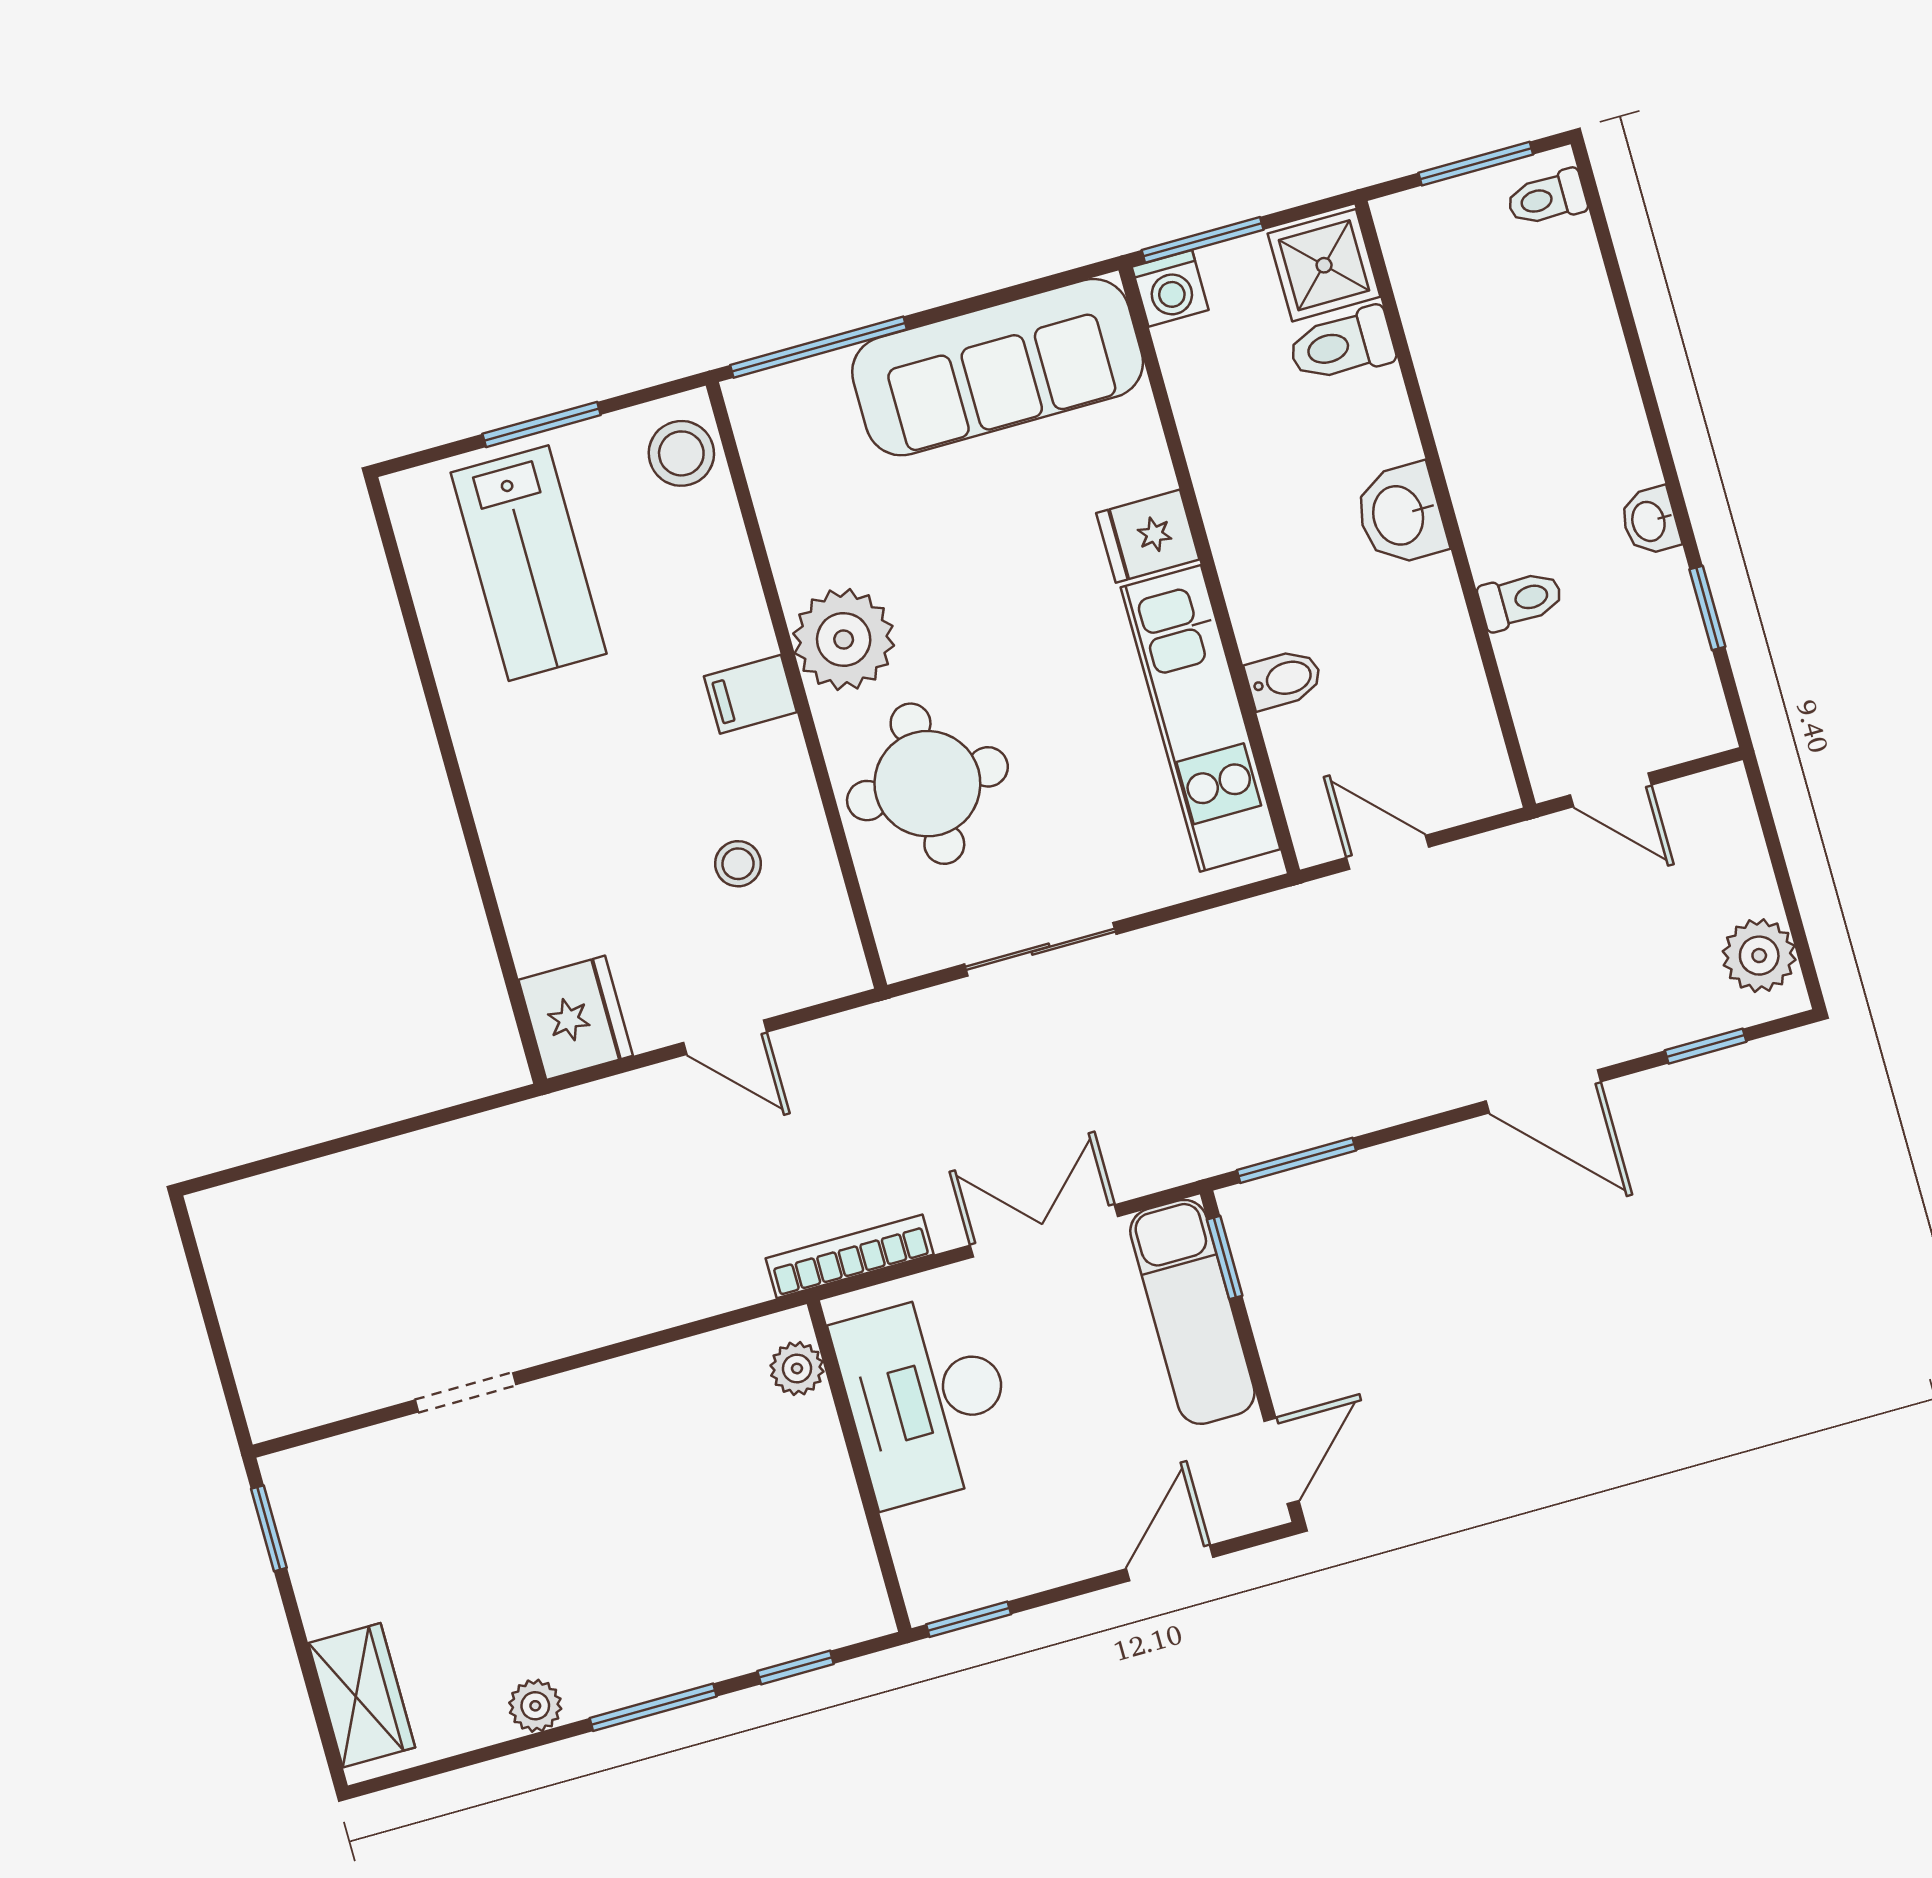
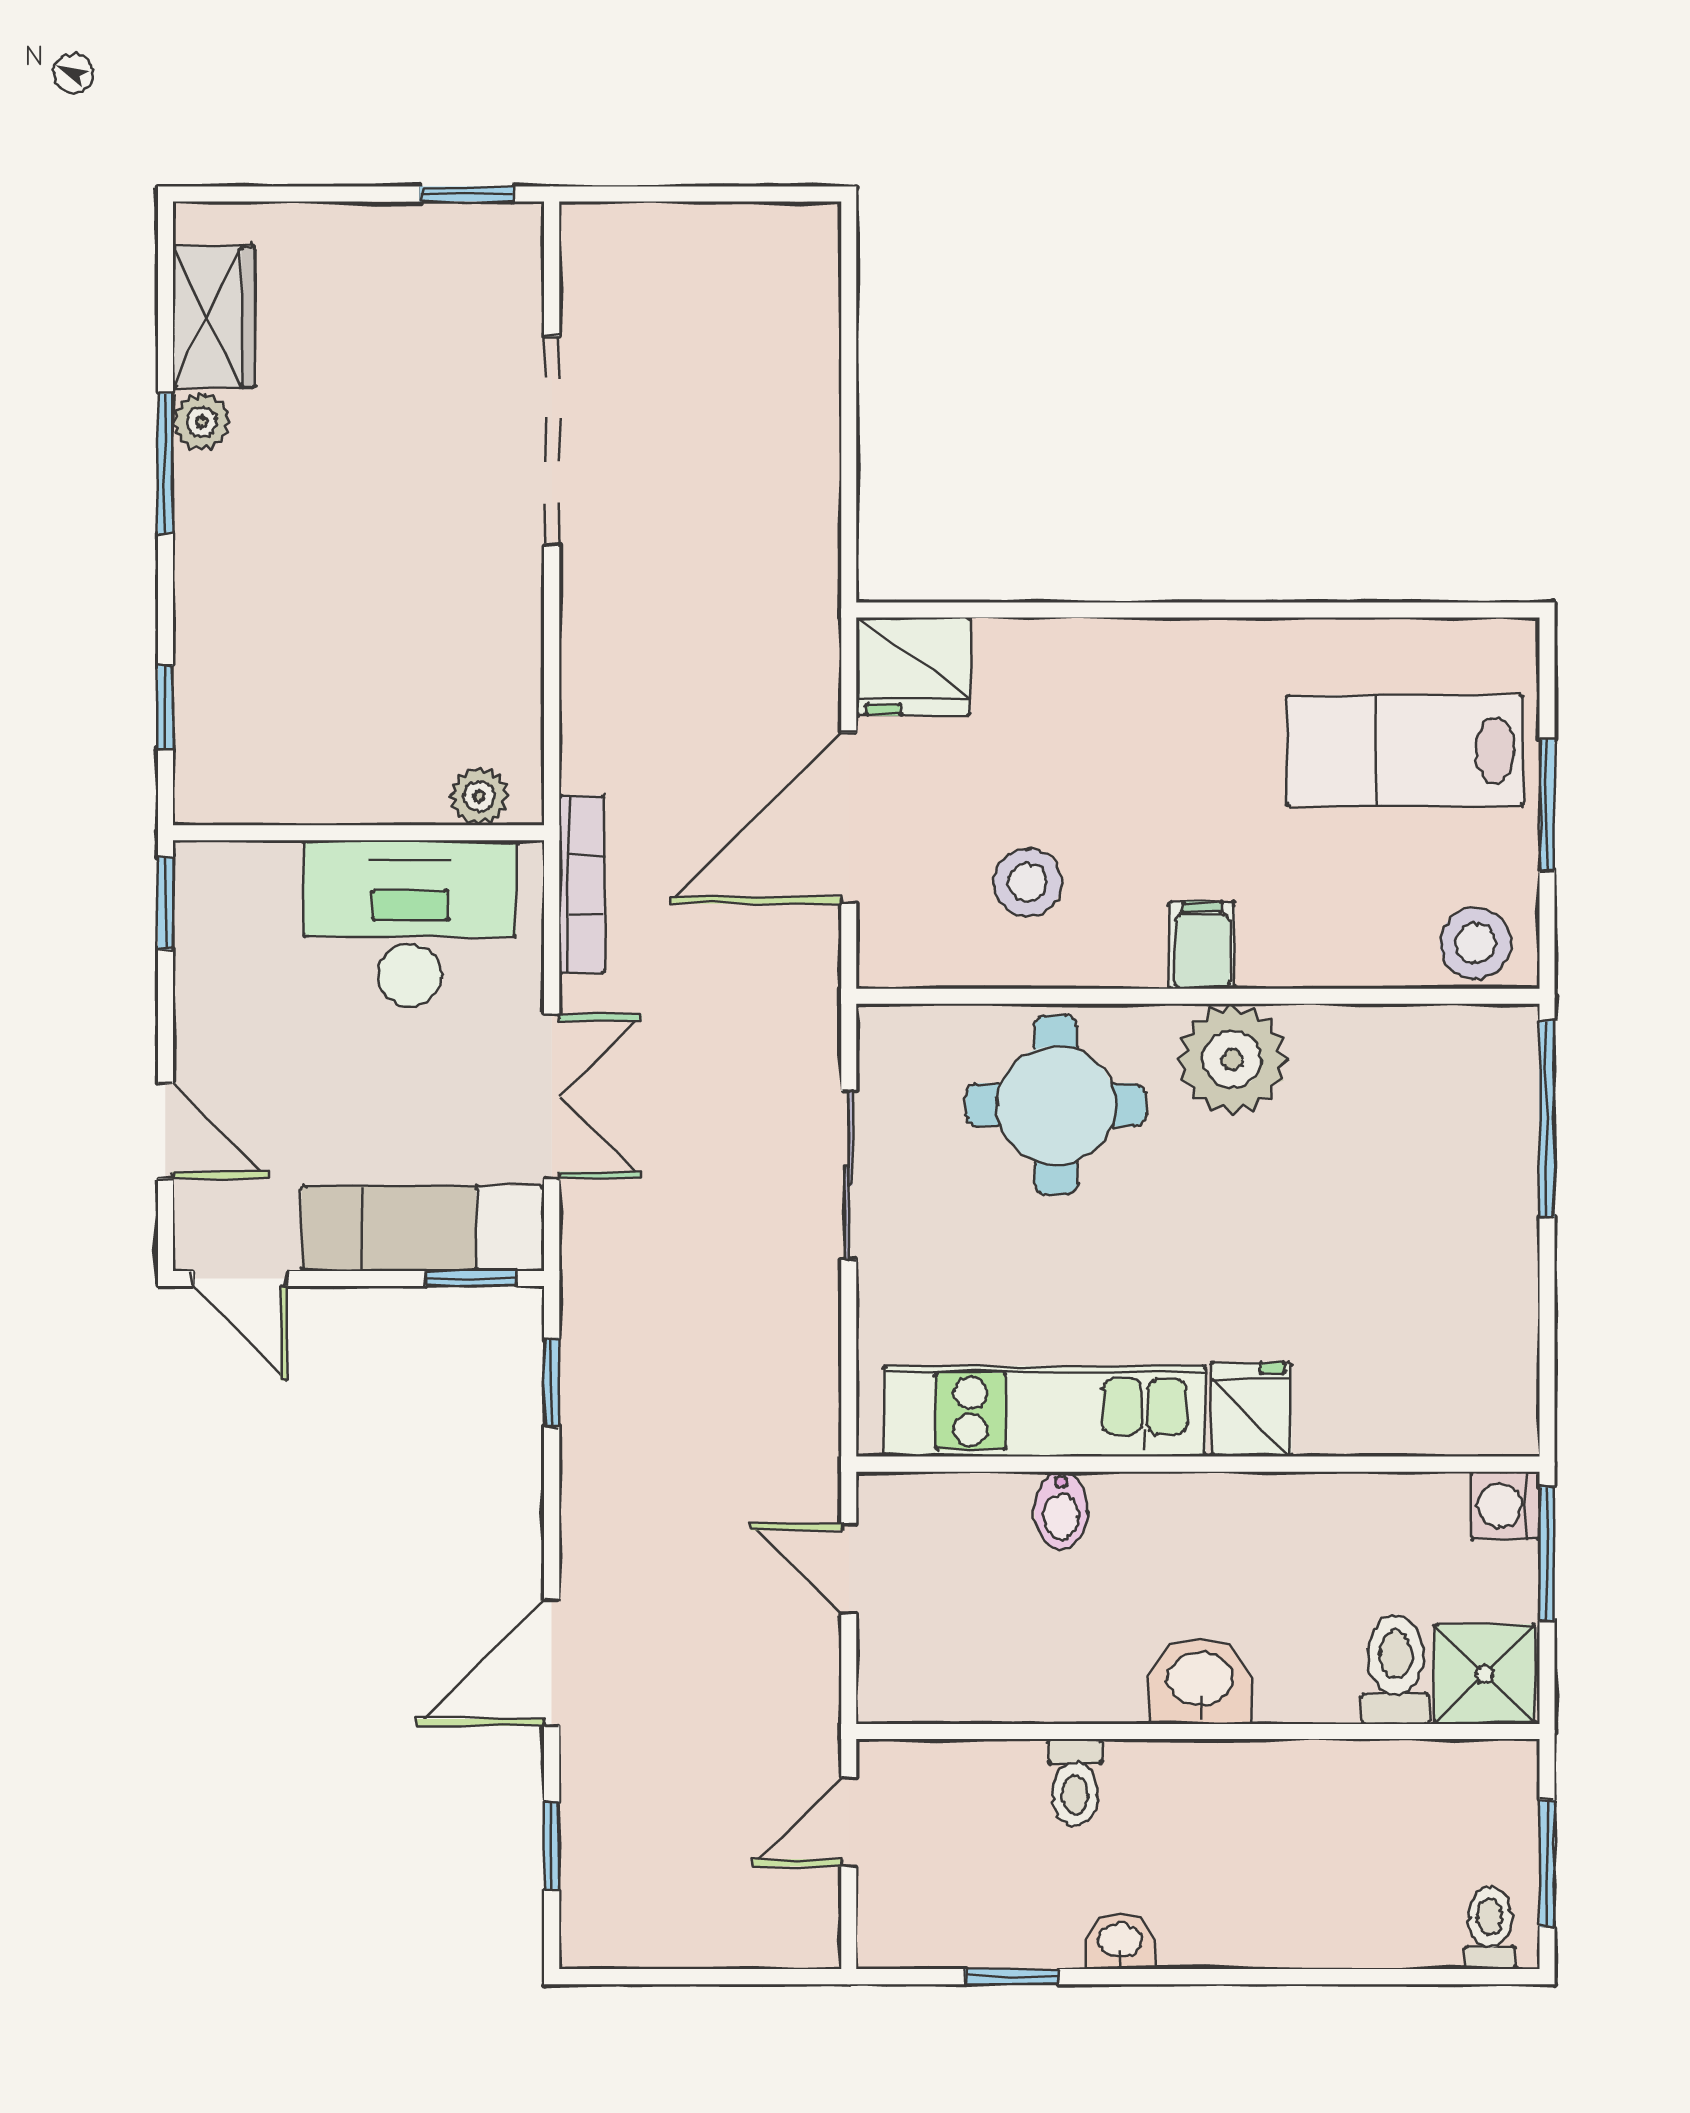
sofa: (998, 367) -> (1473, 1301), removed
door: (1388, 852) -> (849, 1569), swing flipped
stool: (738, 864) -> (1027, 882), width x1.37, depth x1.37
plant: (1759, 956) -> (631, 1929), removed
door: (725, 1037) -> (849, 818), width x1.88
window: (1296, 1160) -> (552, 1382), width x0.67
doorway: (466, 1392) -> (552, 441), width x1.88
wardrobe: (362, 1695) -> (214, 317), moved, turned -90
window: (653, 1707) -> (165, 463), moved

